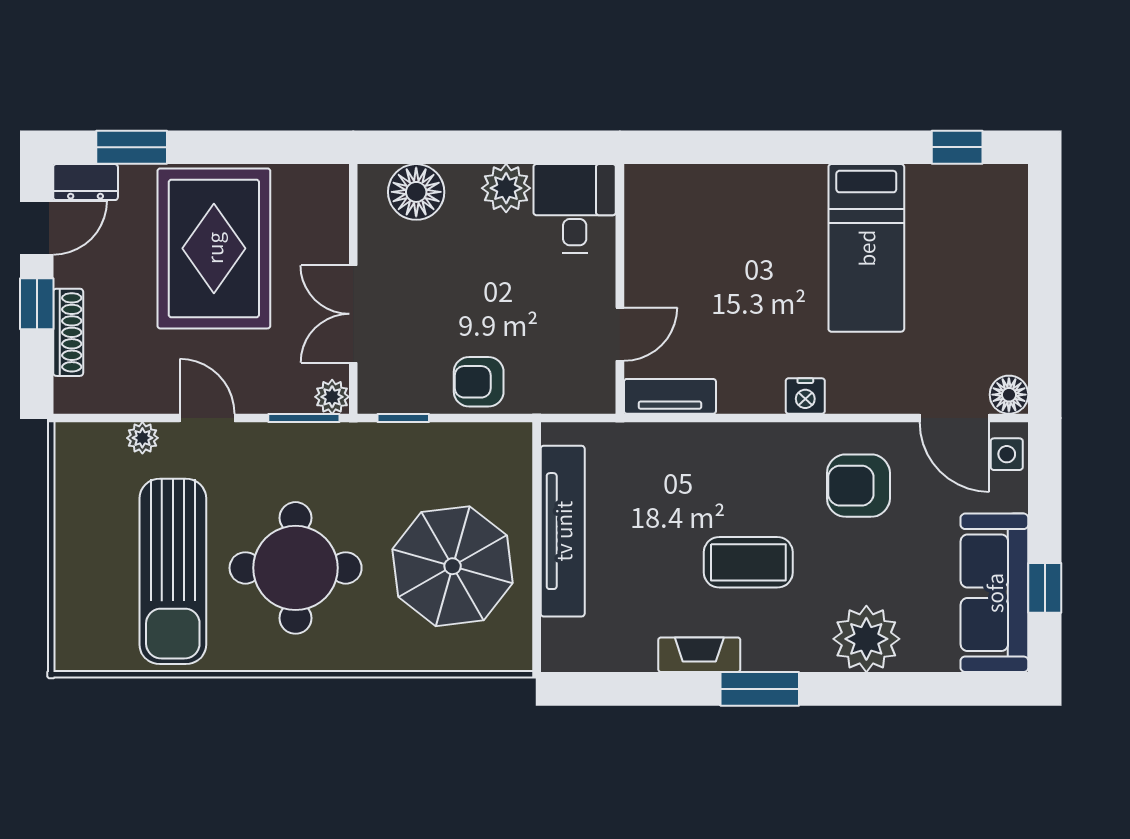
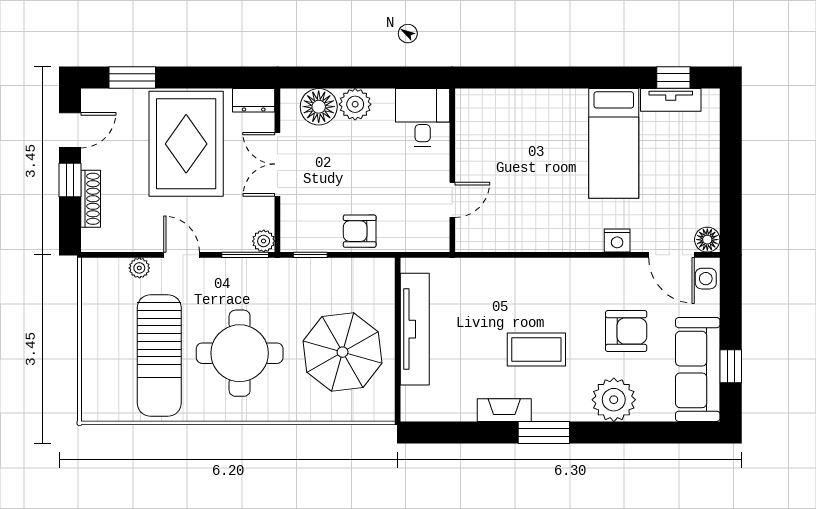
dresser: (86, 182) -> (254, 100), moved
plant: (506, 188) -> (355, 104), moved
double door: (353, 314) -> (277, 164), moved
tv unit: (670, 396) -> (671, 100), moved, turned 180
nightstand: (805, 396) -> (617, 240), moved
armchair: (858, 486) -> (626, 331), moved, turned 180

